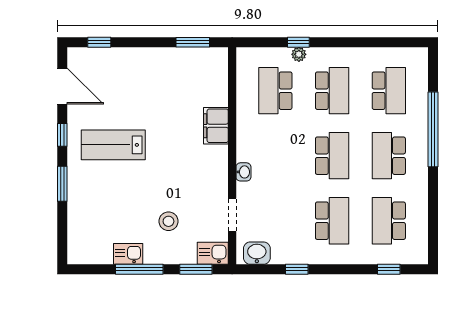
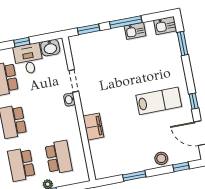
window: (193, 42) -> (134, 176), moved
window: (62, 184) -> (183, 43), moved
doorway: (232, 215) -> (74, 81), moved
stool: (168, 221) -> (161, 158), moved
desk: (292, 243) -> (29, 59), added
kitchen sink: (213, 253) -> (165, 25), moved

